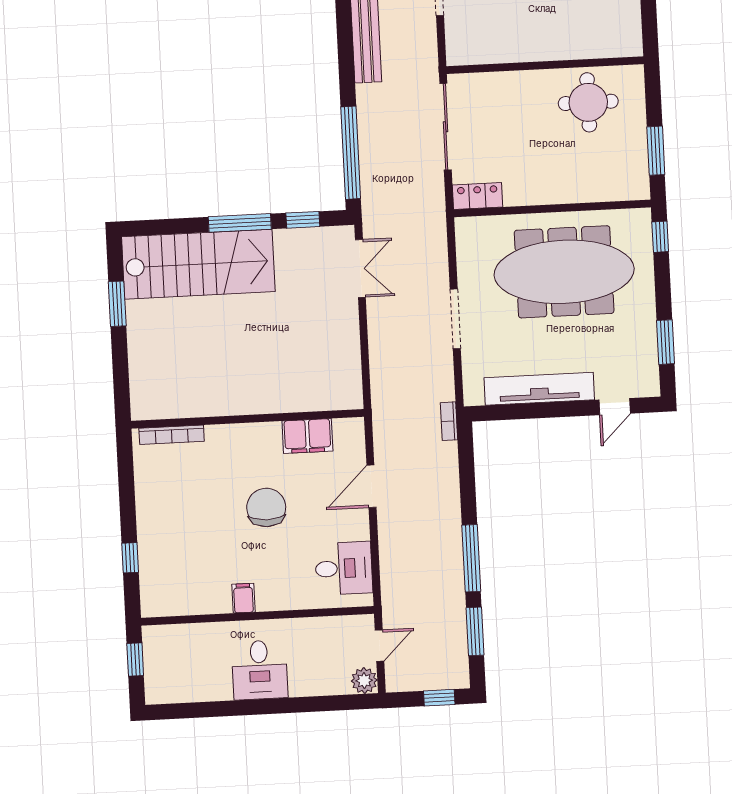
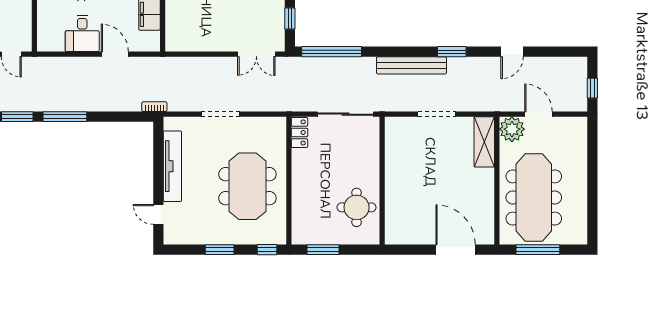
meeting table: (564, 272) -> (247, 186), width x0.73
window: (666, 342) -> (220, 250), moved
desk: (344, 568) -> (82, 34), moved

